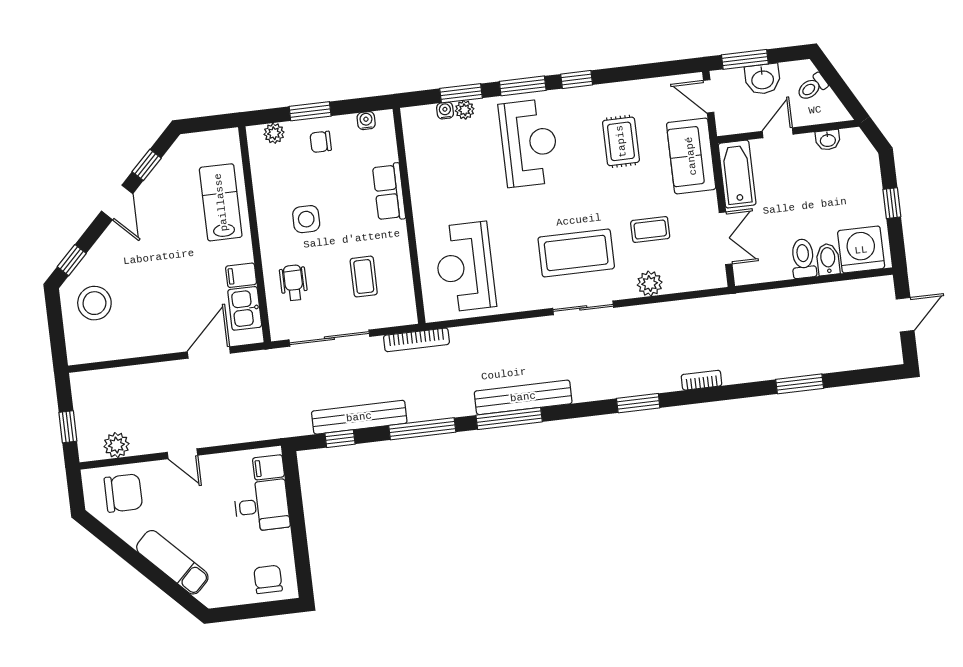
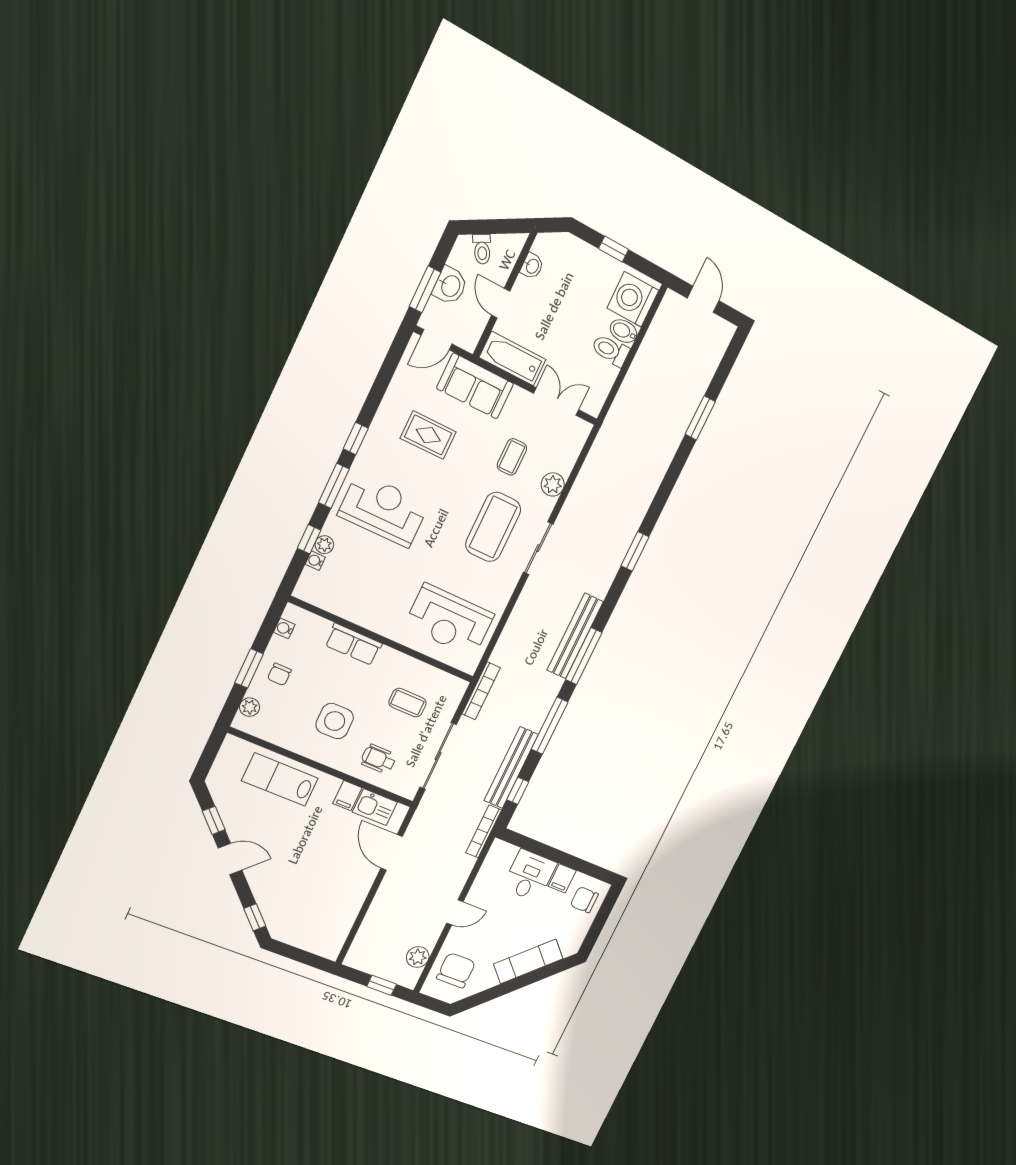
window: (461, 93) -> (309, 539), width x0.67
side table: (306, 219) -> (335, 721), width x1.37, depth x1.37
stool: (94, 303) -> (299, 917), removed
bookcase: (701, 380) -> (484, 831), moved, width x1.56
filing cabinet: (268, 467) -> (562, 878), moved

